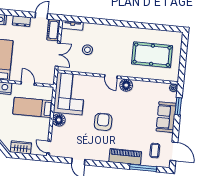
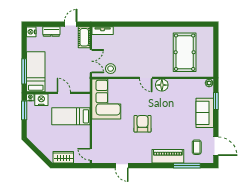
stool: (87, 50) -> (111, 69), moved
pool table: (152, 55) -> (185, 52), turned 90
floor lamp: (59, 120) -> (98, 126), removed

